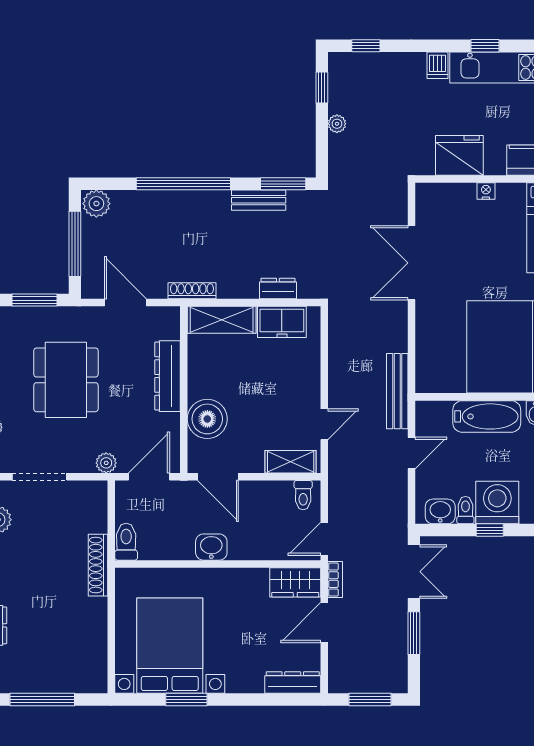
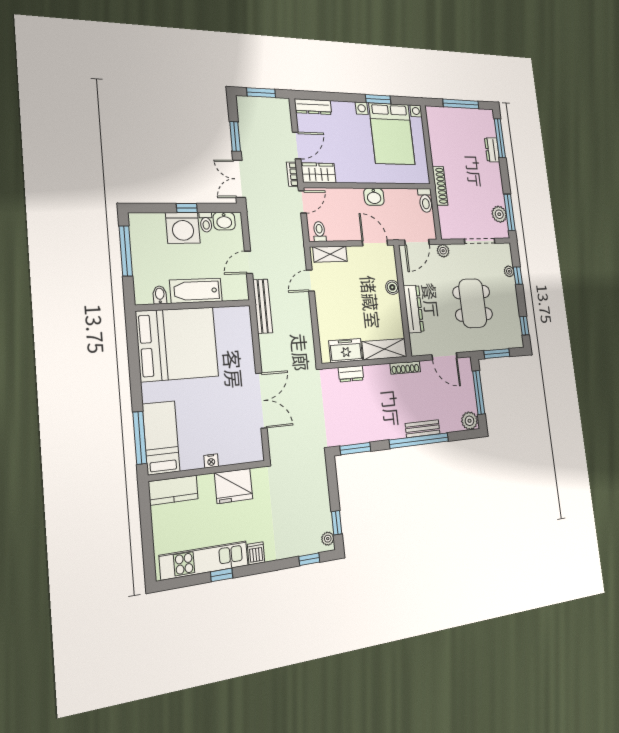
plant: (337, 124) -> (328, 539), moved
bench: (259, 200) -> (423, 429), moved
boiler: (207, 419) -> (392, 287), width x0.54, depth x0.54

